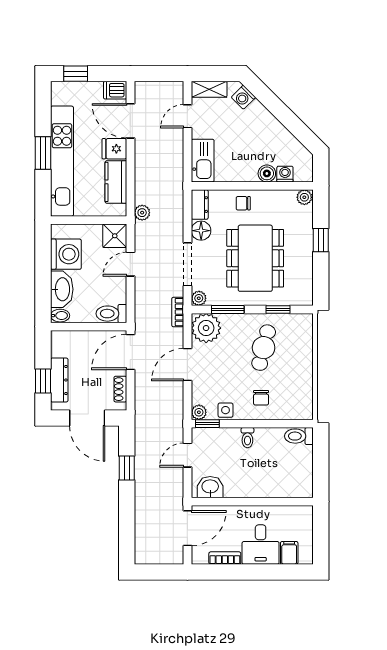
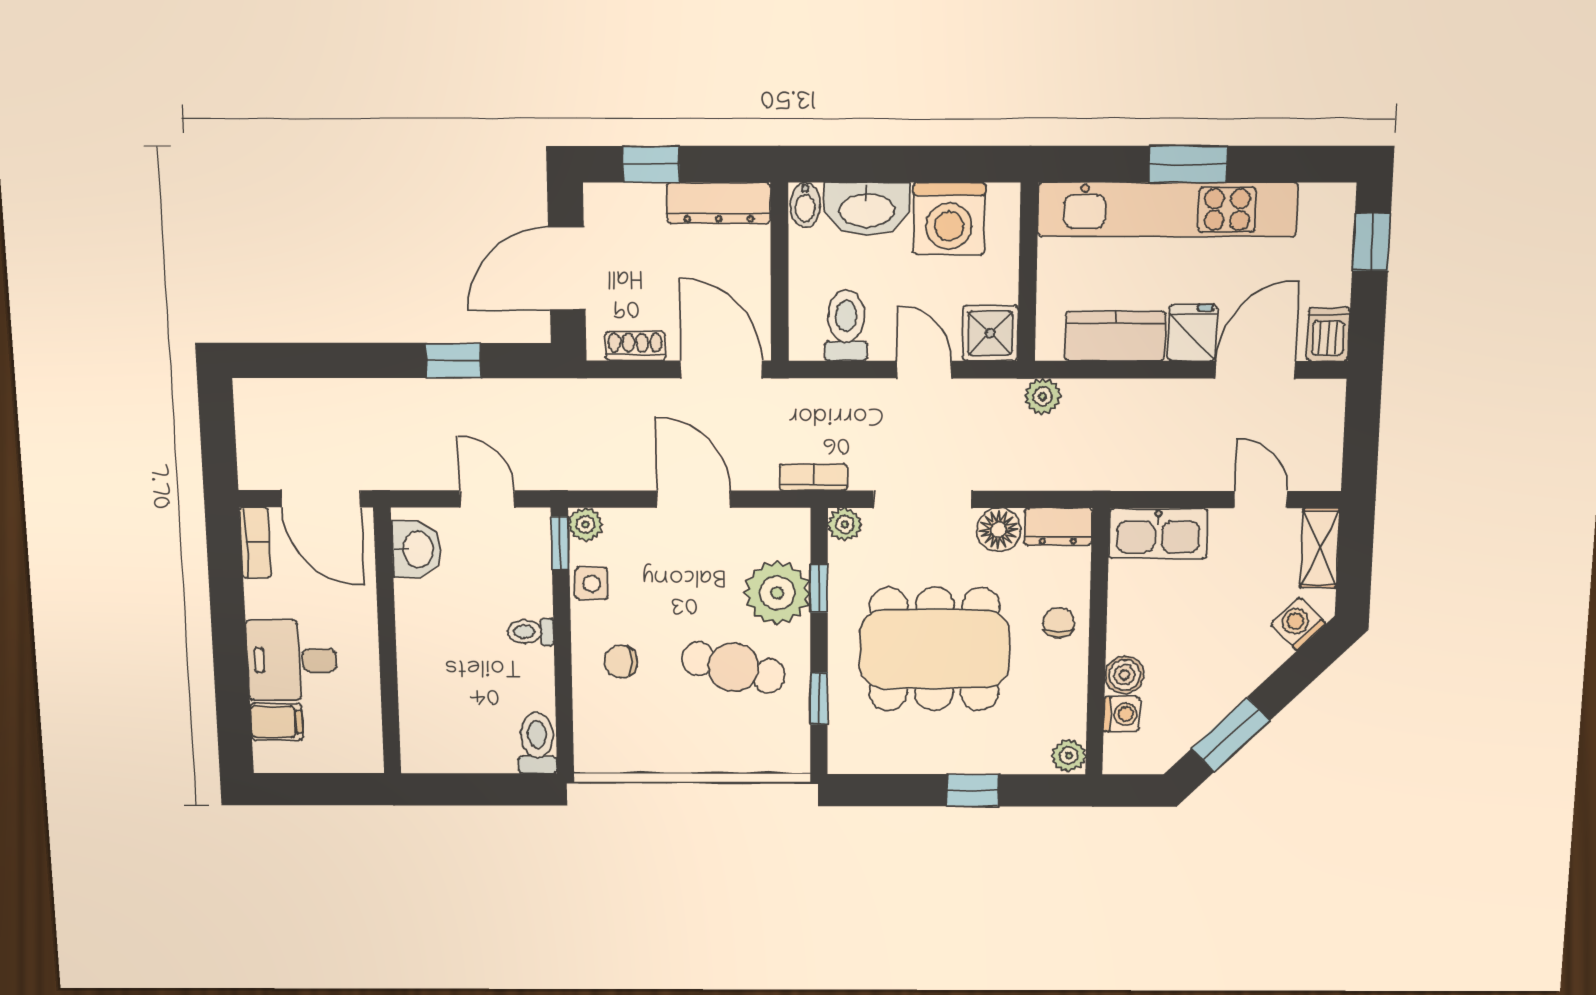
window: (294, 125) -> (1231, 735), added
window: (228, 309) -> (819, 589), width x0.67
toilet: (111, 314) -> (846, 326), moved
plant: (206, 328) -> (777, 593), moved
dresser: (59, 380) -> (719, 203), moved
bookcase: (225, 558) -> (255, 543), moved

